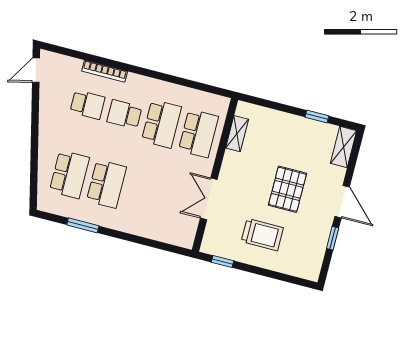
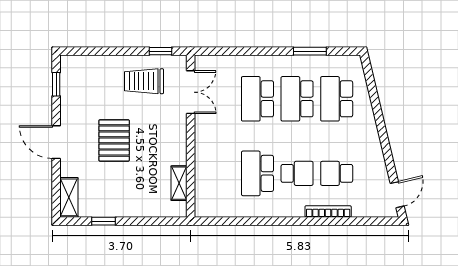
school desk: (198, 133) -> (257, 99), moved
double door: (209, 199) -> (191, 92), moved
trolley: (262, 235) -> (144, 81), moved
window: (333, 238) -> (56, 84), moved

